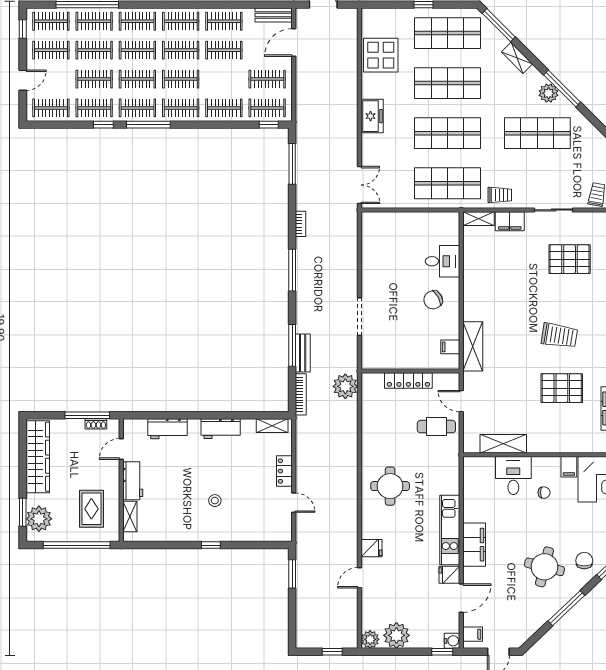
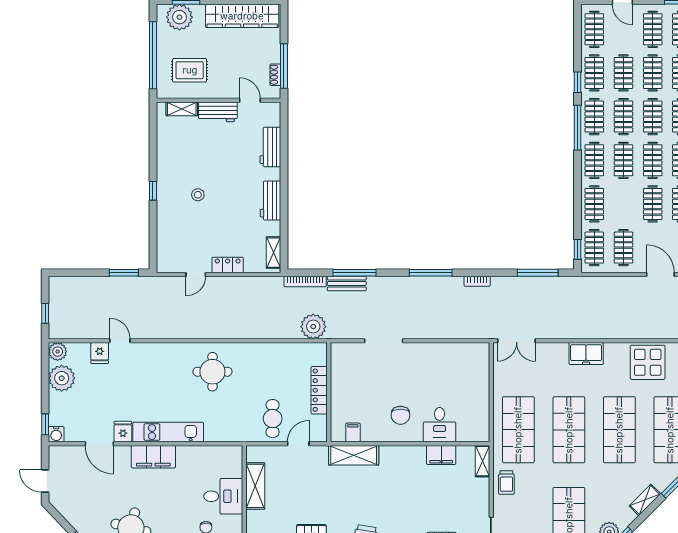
filing cabinet: (510, 221) -> (441, 455), moved, turned -90
chair: (433, 300) -> (400, 415), turned -152
fridge: (371, 548) -> (100, 353), moved
filing cabinet: (473, 634) -> (63, 455), removed

